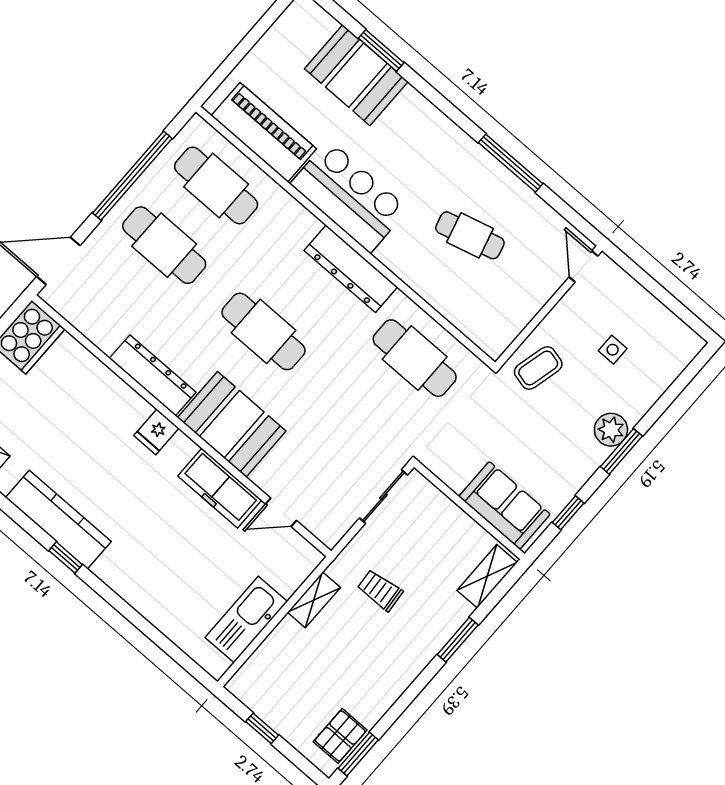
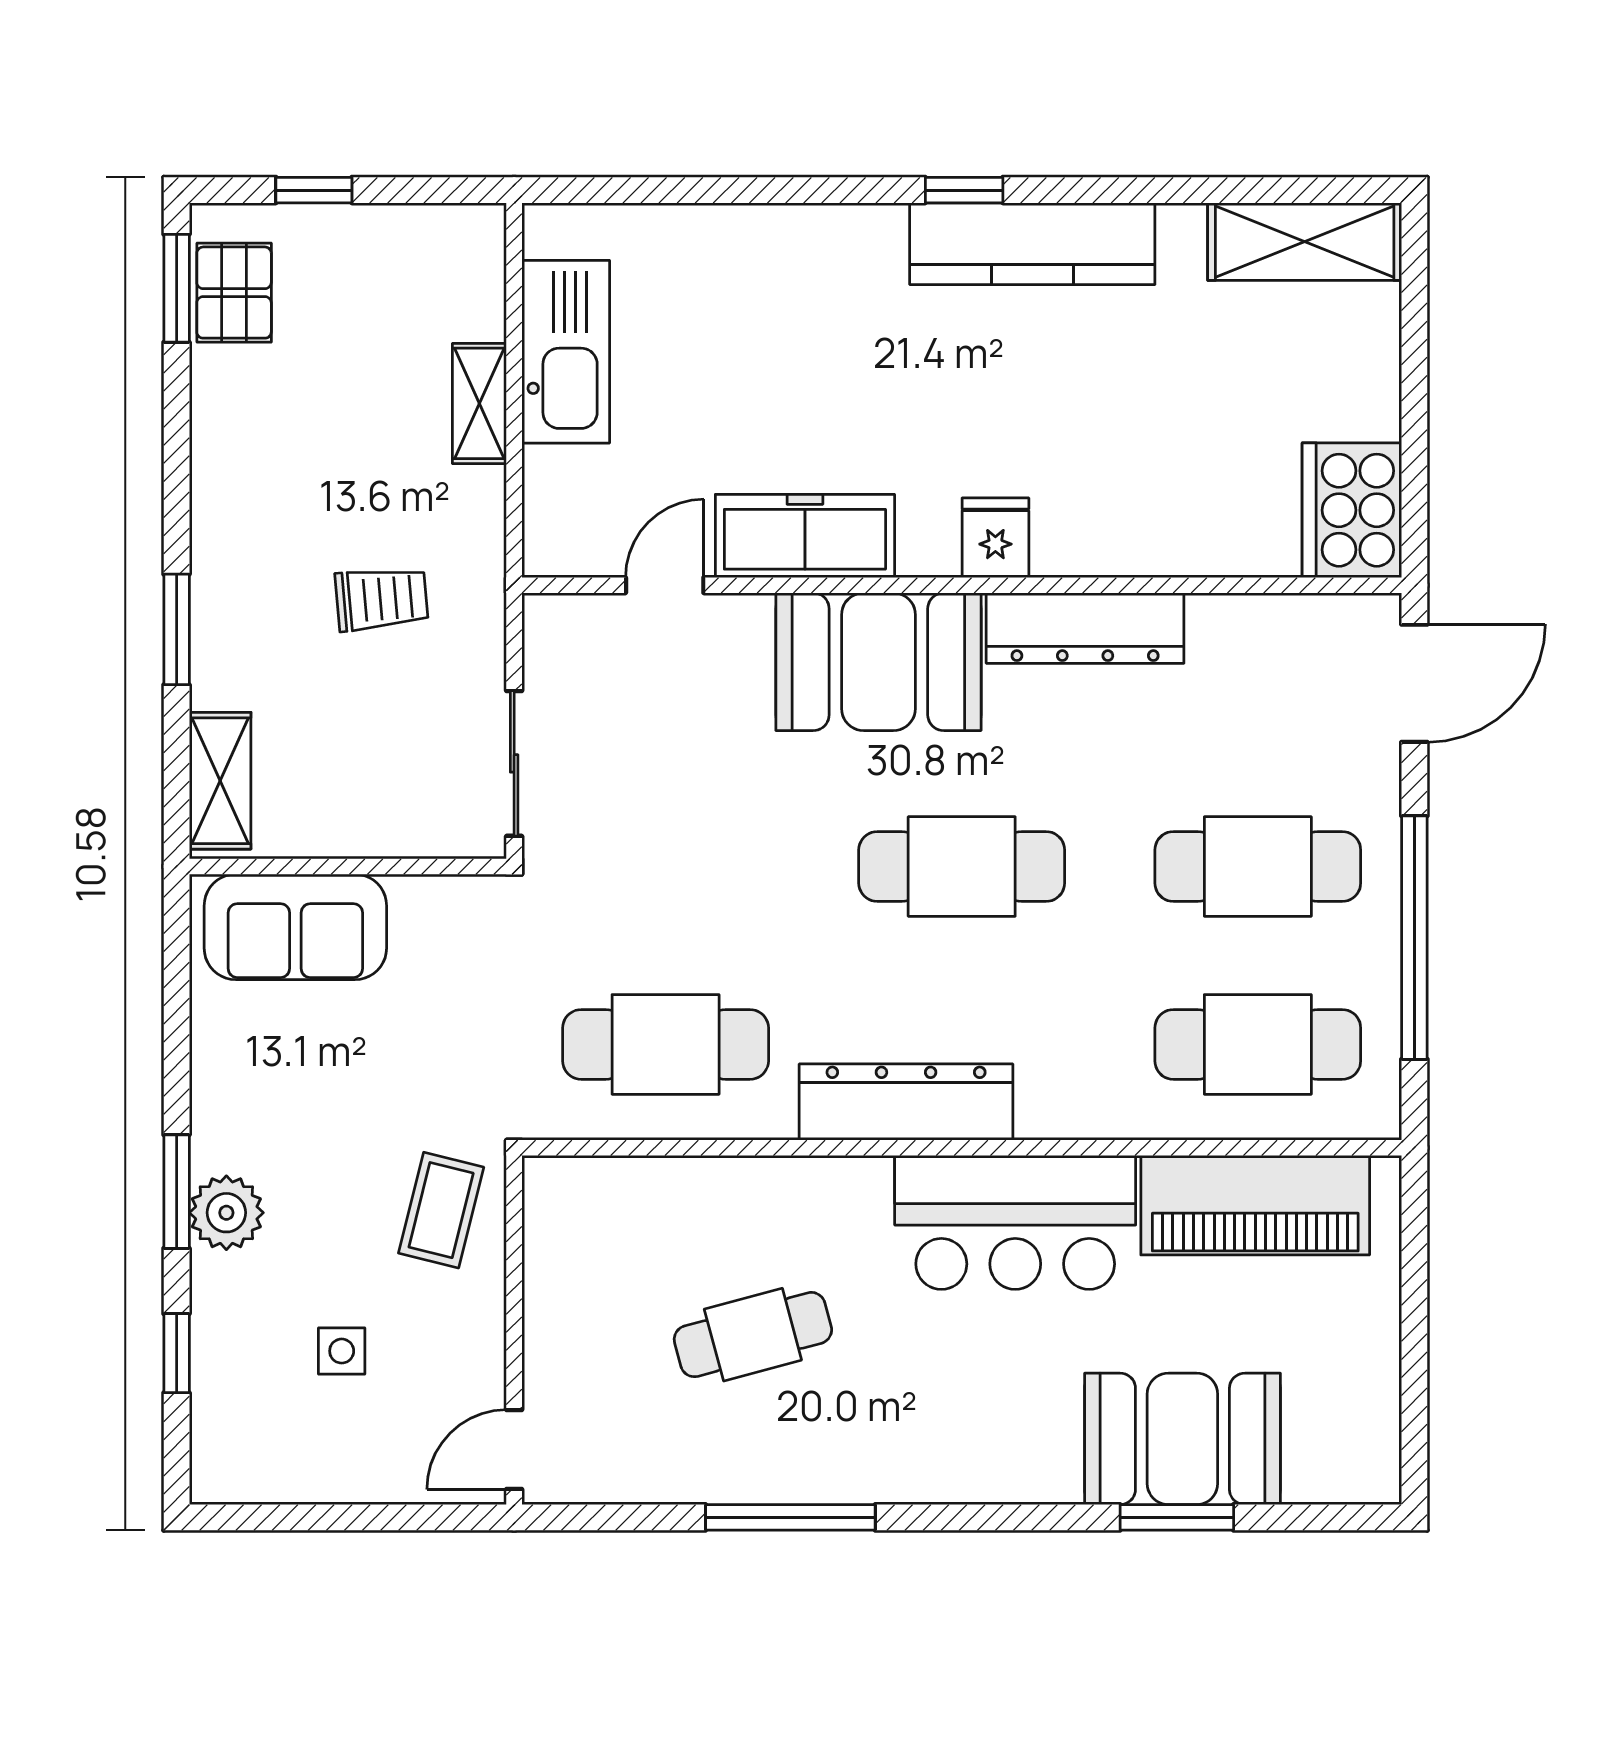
door: (583, 266) -> (514, 1450), swing flipped
window: (568, 513) -> (177, 1353), moved
shelving: (314, 600) -> (479, 403), moved
window: (262, 728) -> (314, 190), moved

